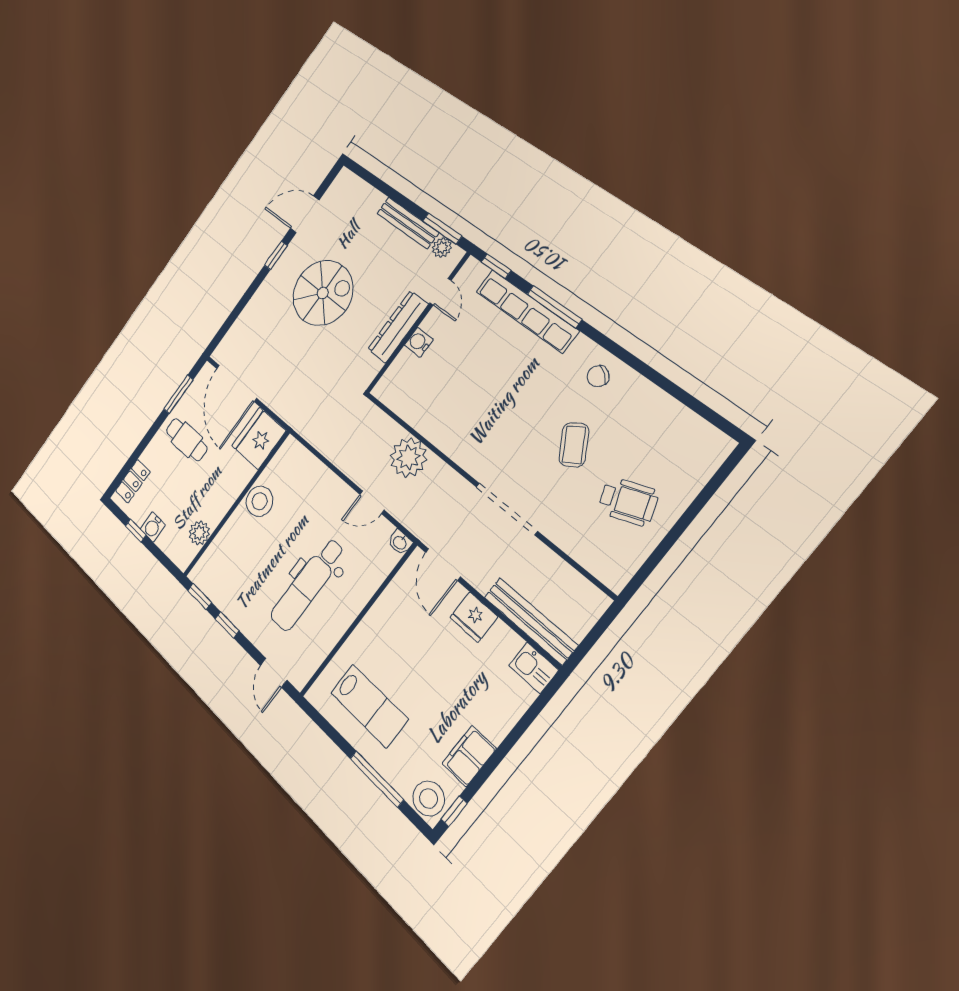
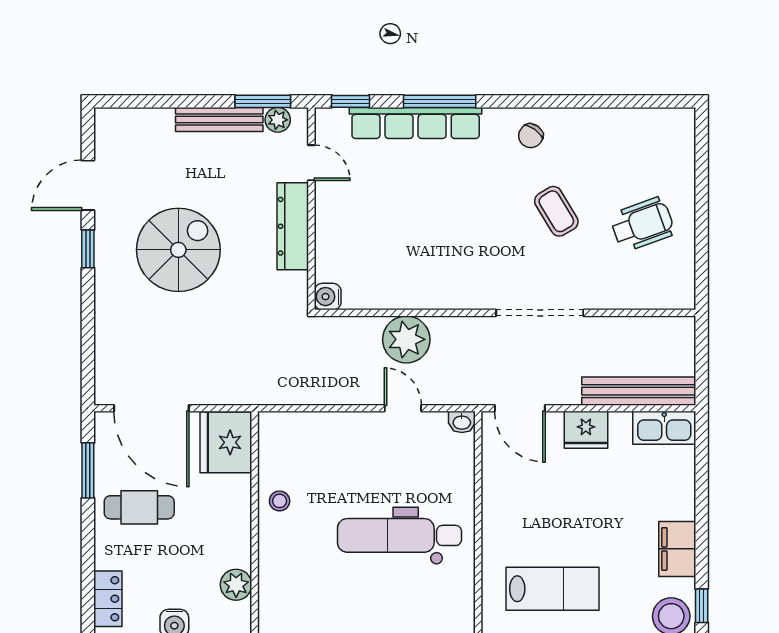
water cooler: (419, 342) -> (328, 297), moved
stool: (259, 501) -> (280, 501), width x0.53, depth x0.53
door: (372, 502) -> (403, 408), swing flipped
dental chair: (308, 585) -> (399, 535), turned 90
kitchen sink: (534, 668) -> (664, 428), width x1.38

